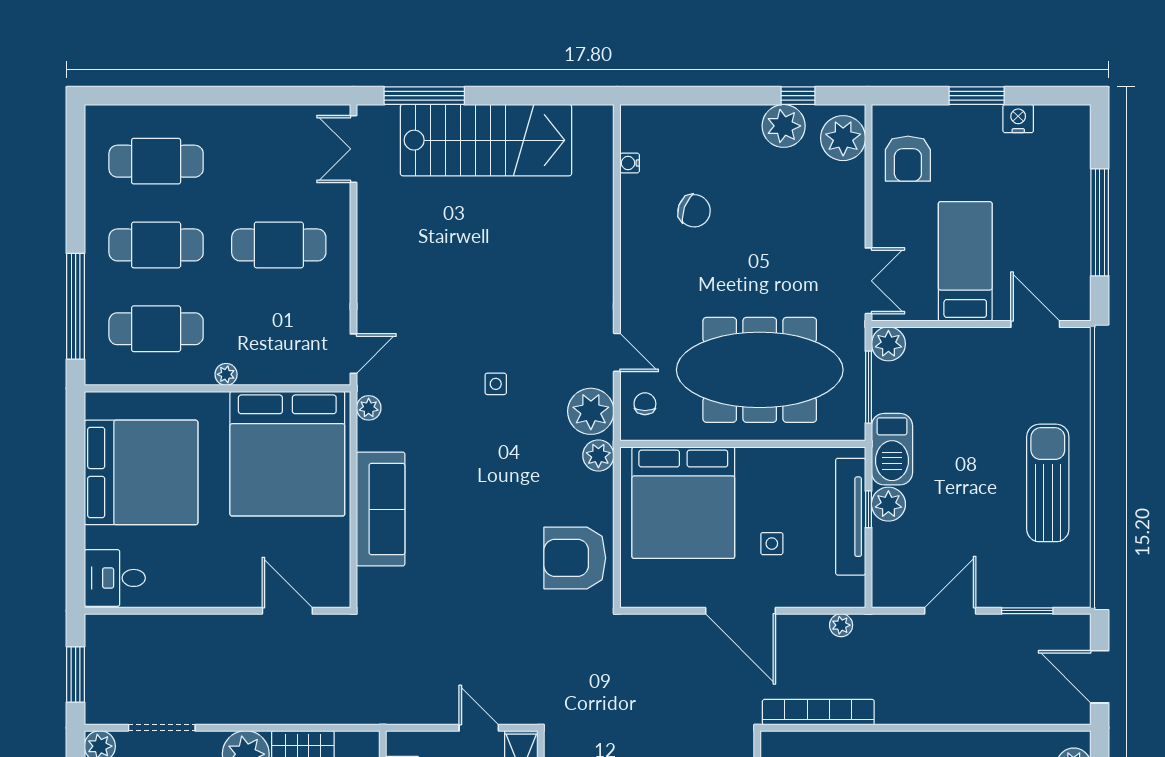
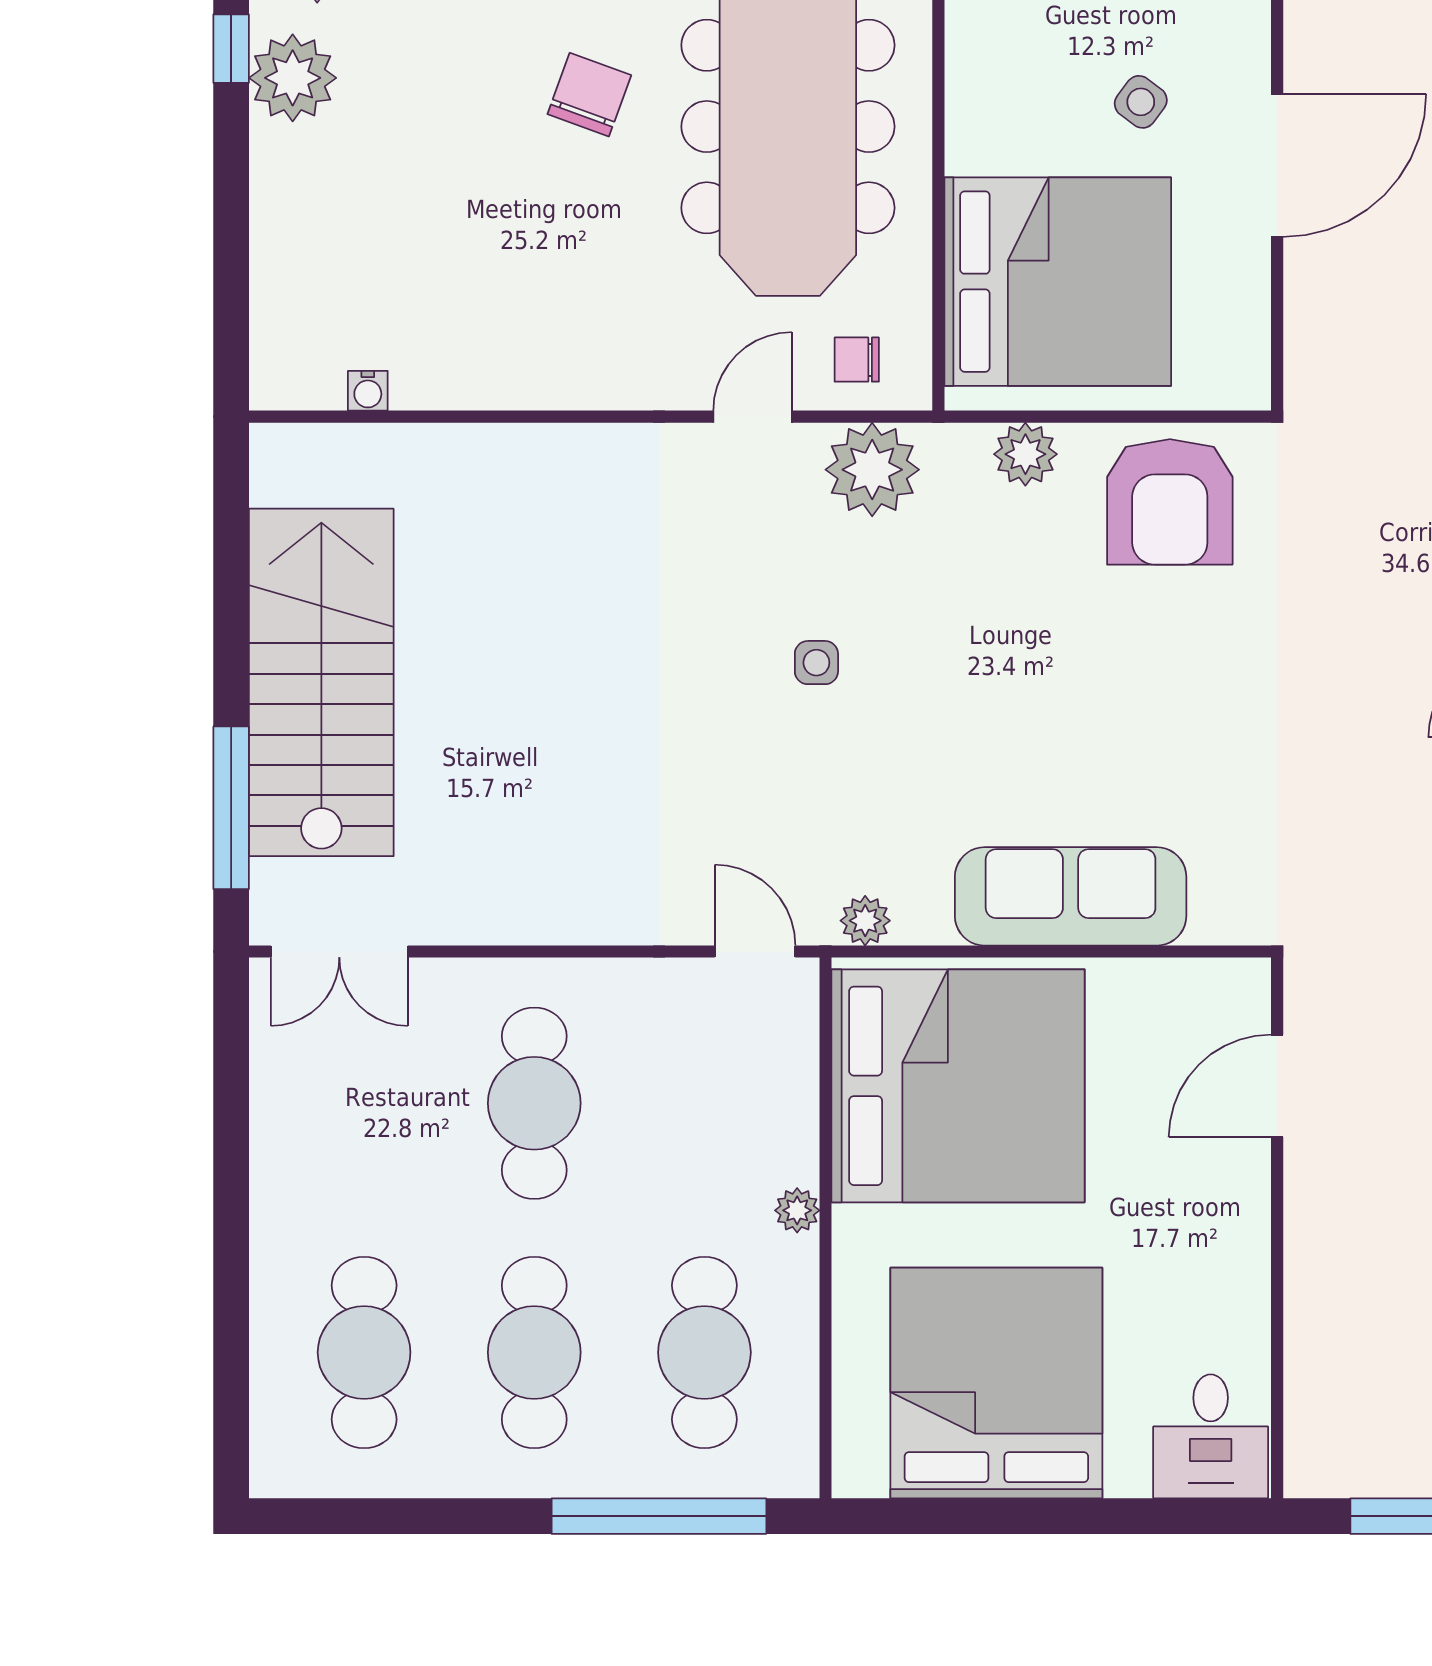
chair: (694, 211) -> (589, 95), moved
plant: (598, 456) -> (1025, 454), moved
side table: (772, 544) -> (1141, 102), turned 37

